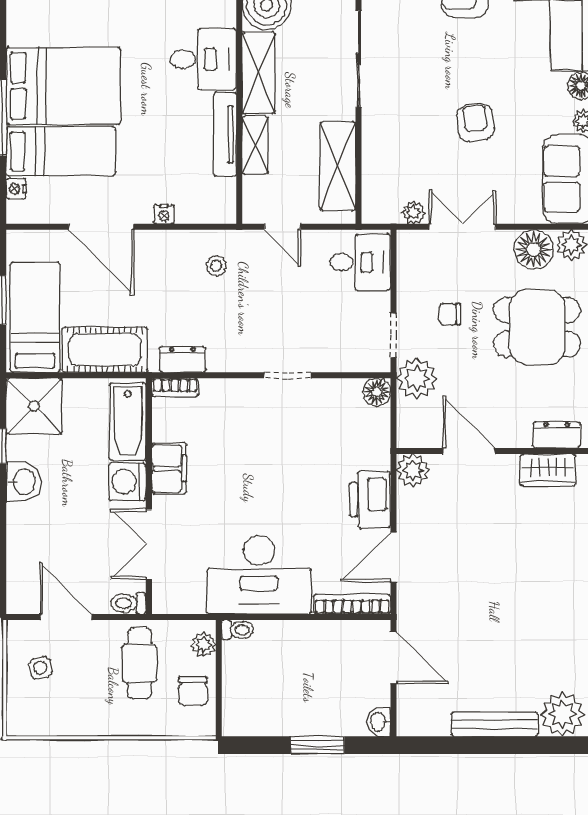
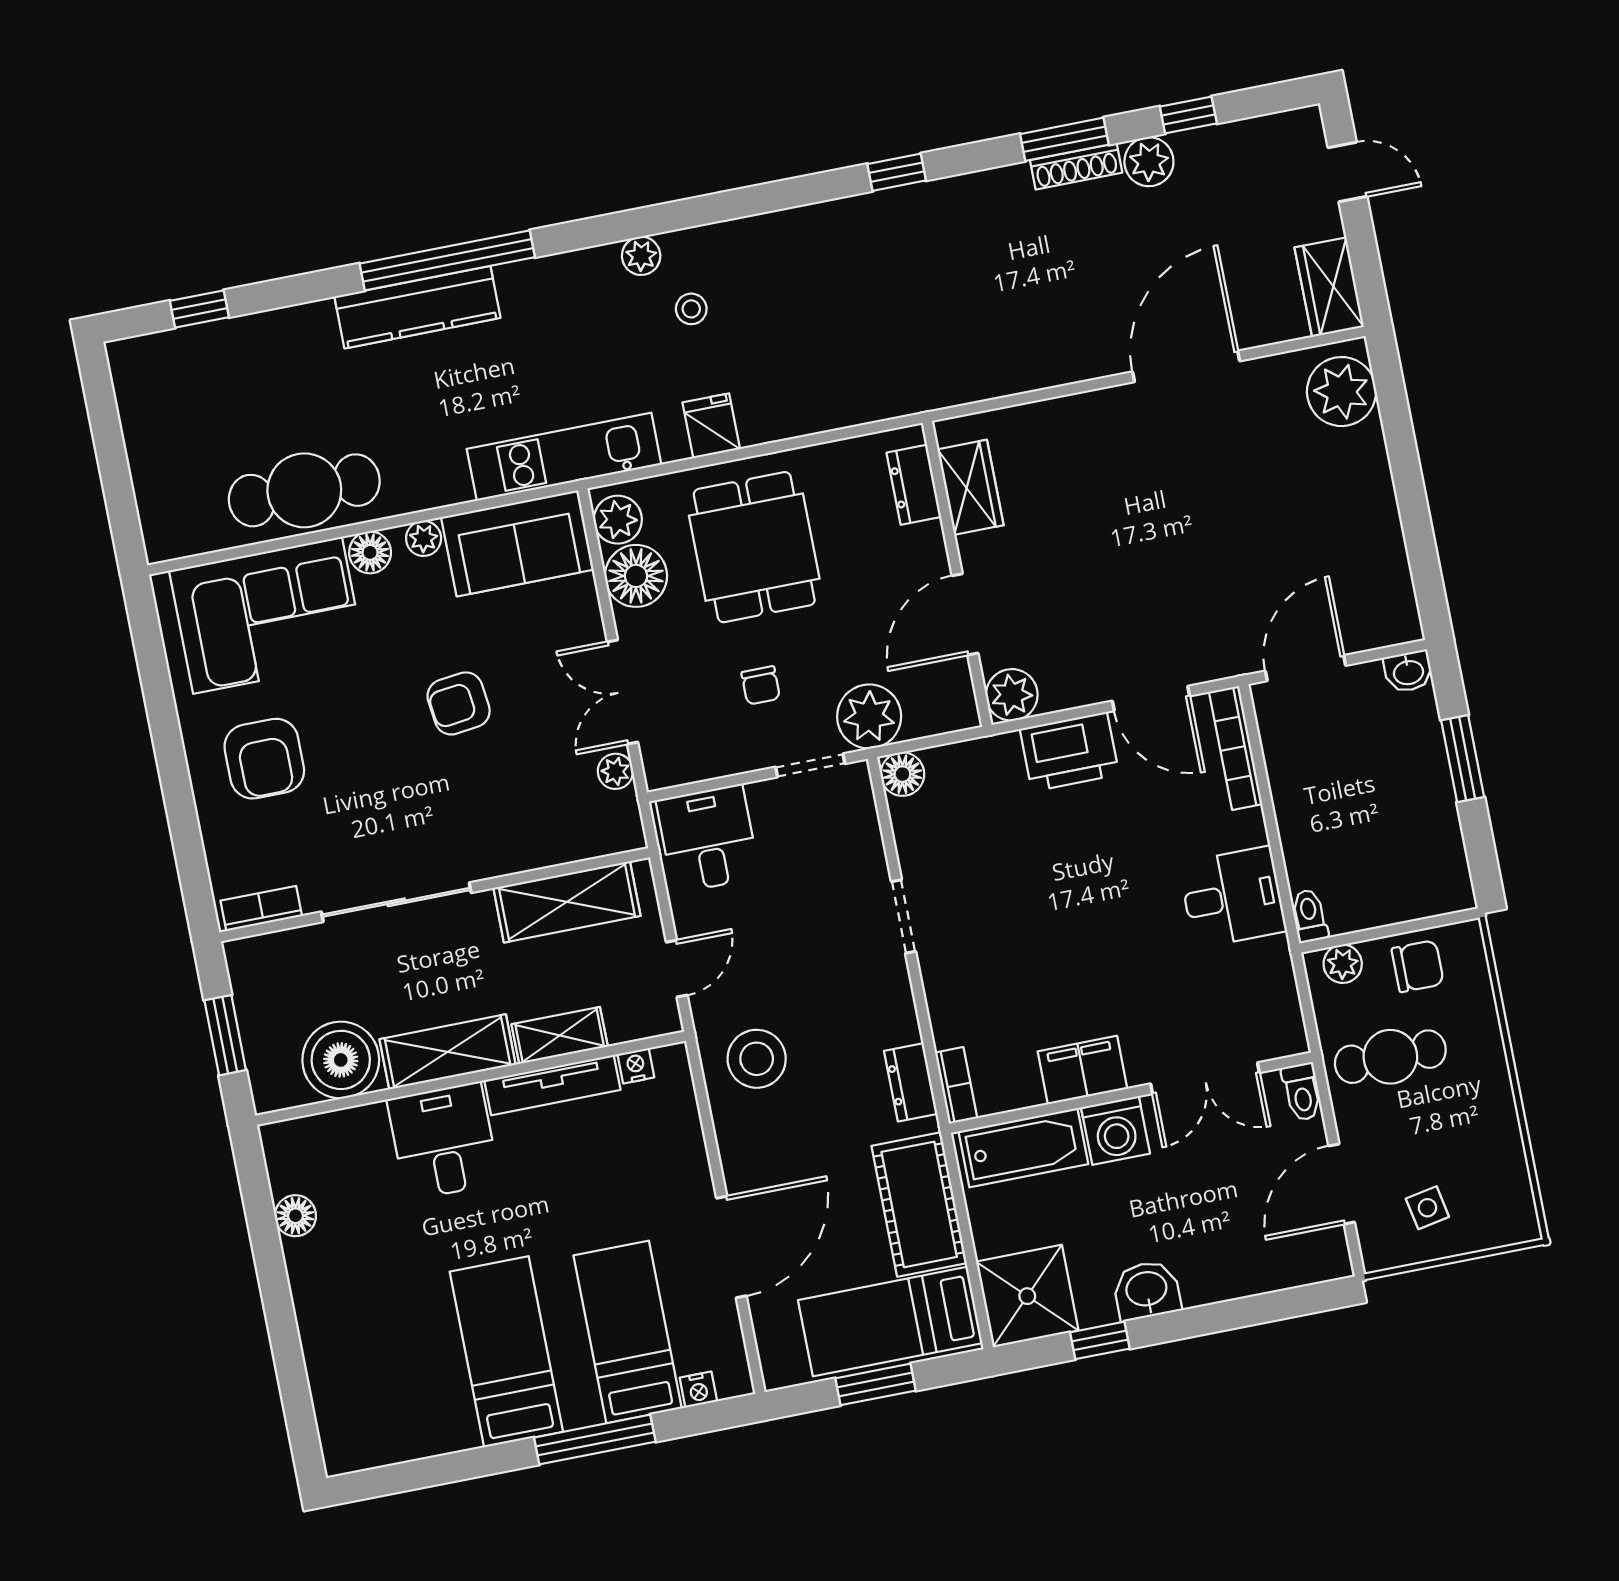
bed: (63, 86) -> (506, 1352), width x0.67
nightstand: (164, 214) -> (636, 1066), moved, turned -90
stool: (216, 266) -> (757, 1059), width x1.89, depth x1.89
desk: (259, 575) -> (1233, 897), width x0.53, depth x0.77
bench: (495, 724) -> (1377, 493), removed

